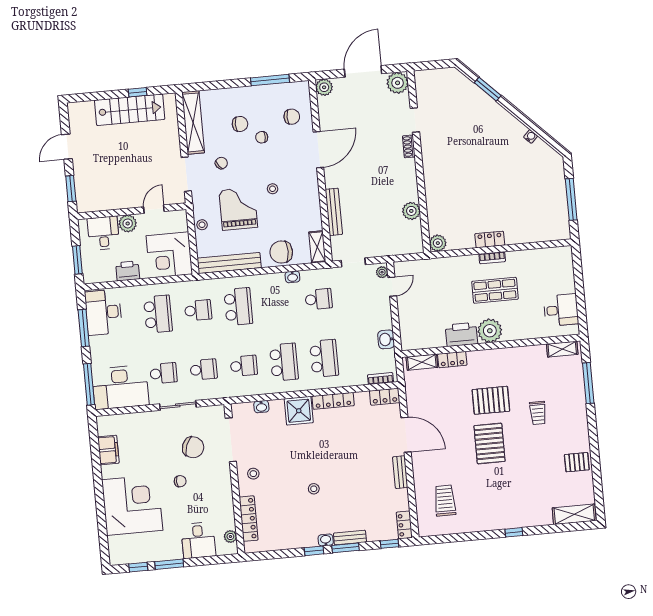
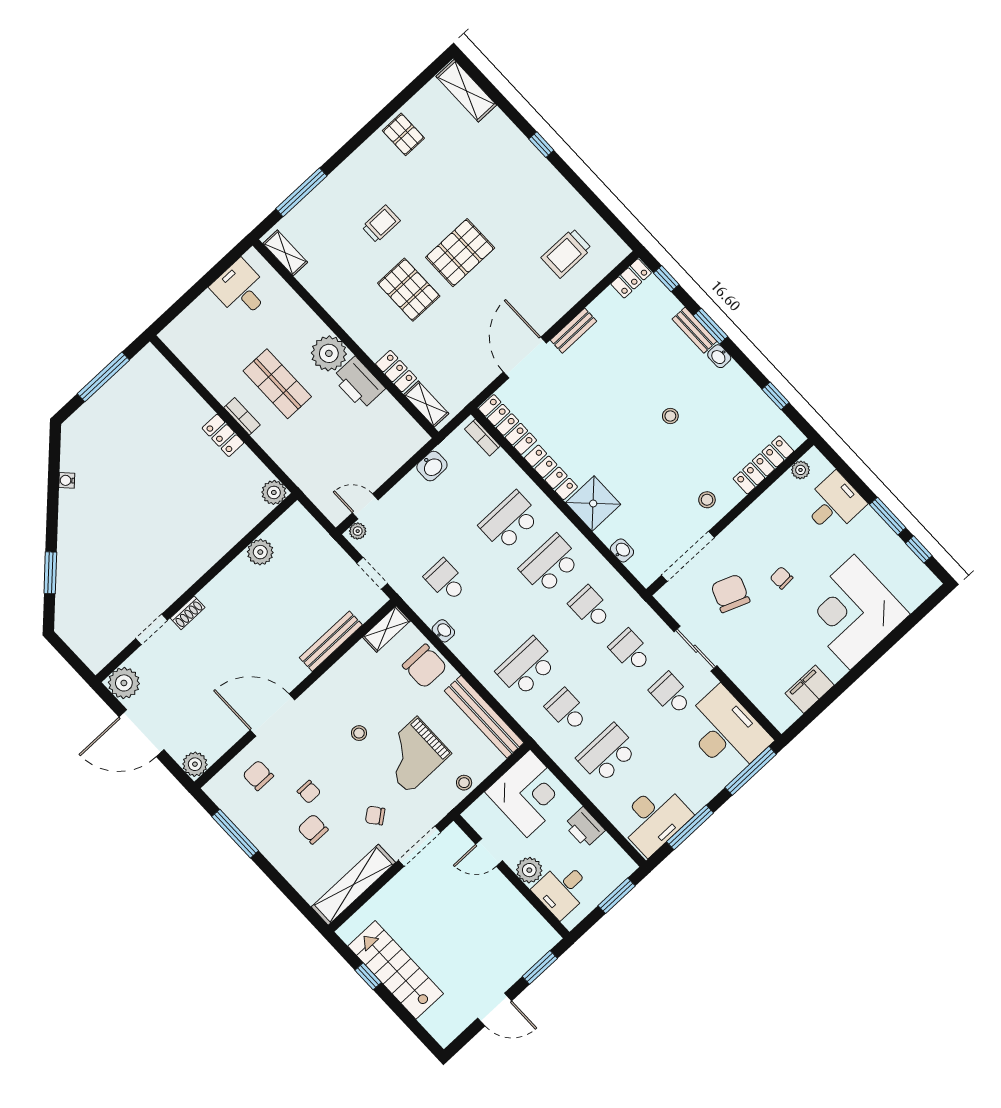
locker: (385, 397) -> (507, 425), width x1.53
window: (314, 551) -> (776, 396), moved

